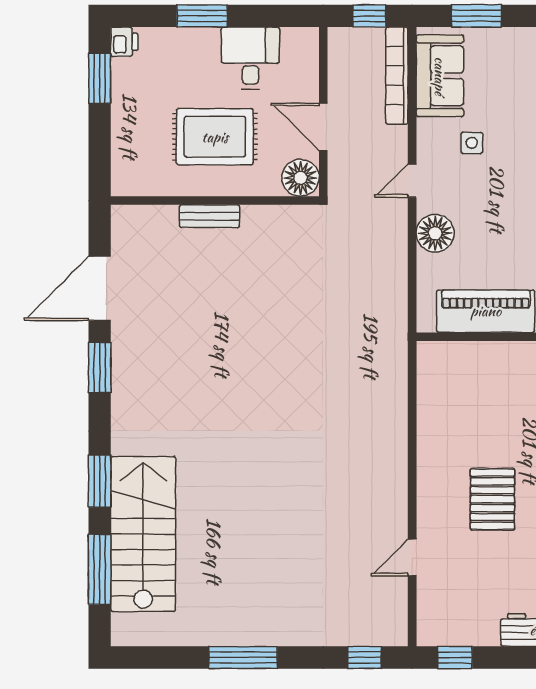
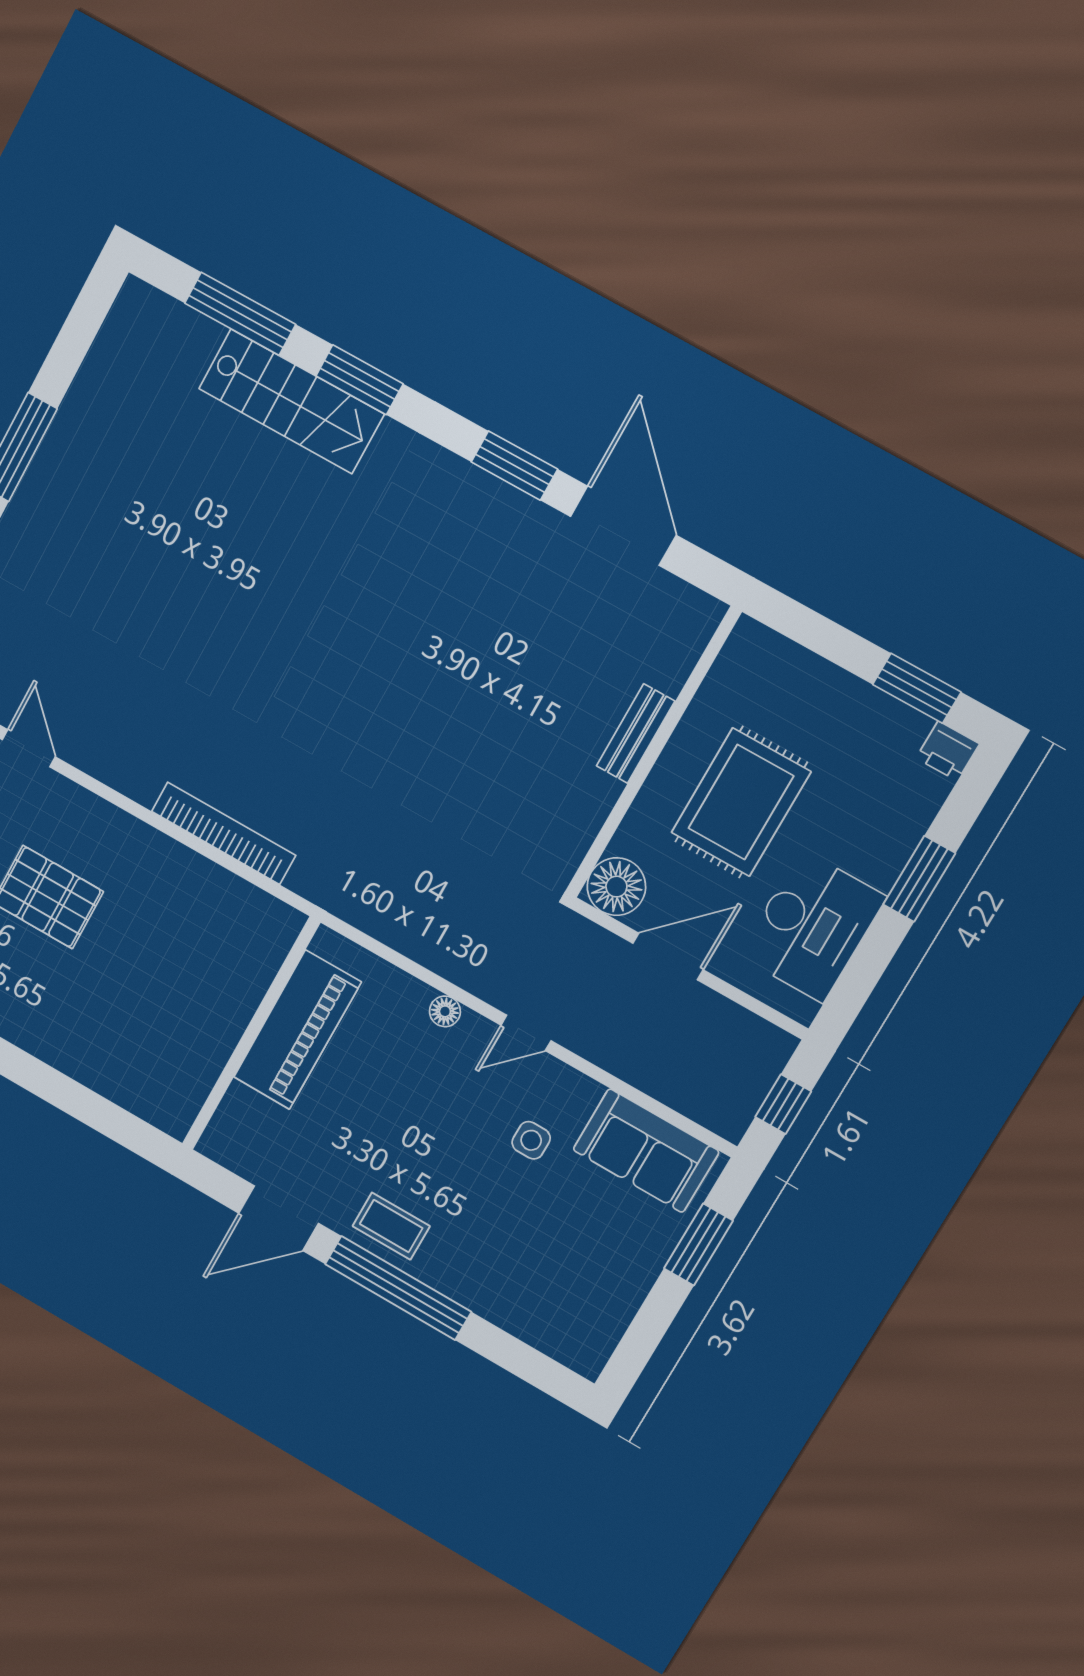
desk: (250, 58) -> (812, 926), width x1.37
bookcase: (397, 76) -> (224, 833), moved
door: (412, 181) -> (526, 1033), swing flipped
floor lamp: (435, 233) -> (445, 1011), width x0.53, depth x0.53
stairs: (143, 534) -> (291, 401), width x0.73, depth x0.66

